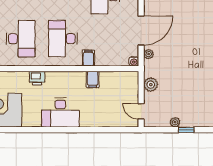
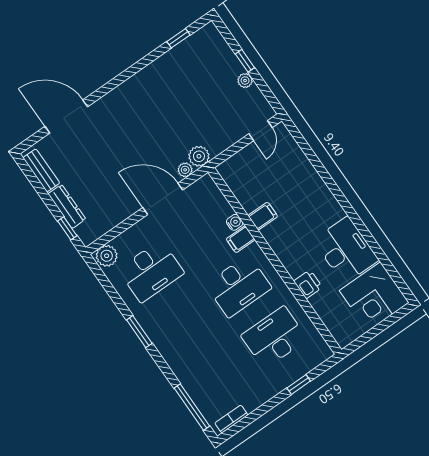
water cooler: (134, 61) -> (235, 222), moved
plant: (151, 85) -> (199, 156), moved
desk: (60, 112) -> (346, 250), moved

